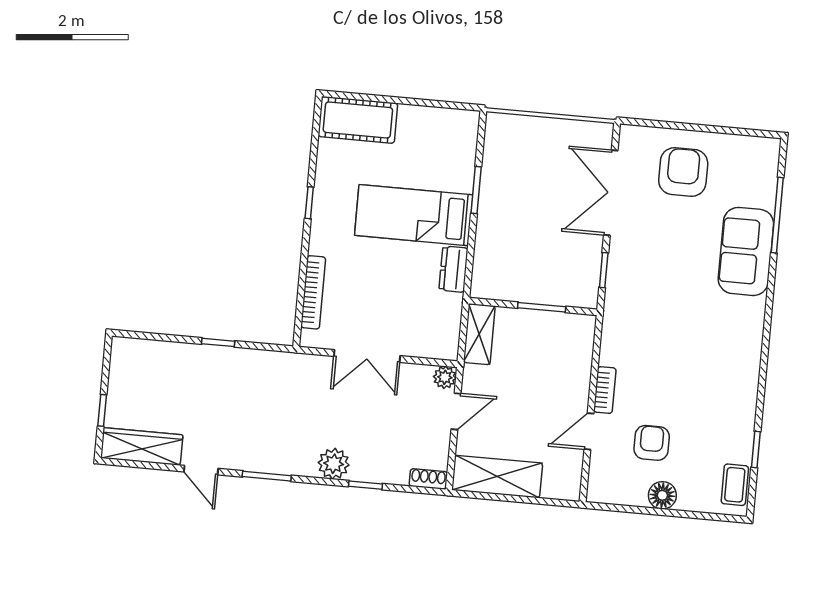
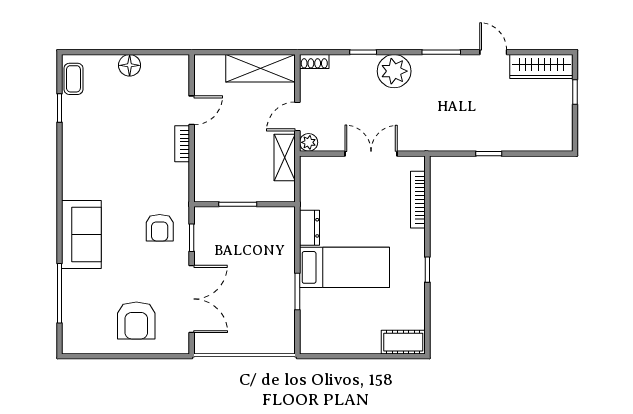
cot: (358, 120) -> (403, 342), width x0.73, depth x0.75
sofa: (746, 251) -> (81, 234), moved
shelving: (479, 334) -> (285, 157), moved
armchair: (652, 443) -> (160, 228), moved
plant: (334, 464) -> (394, 71), width x1.36, depth x1.36

